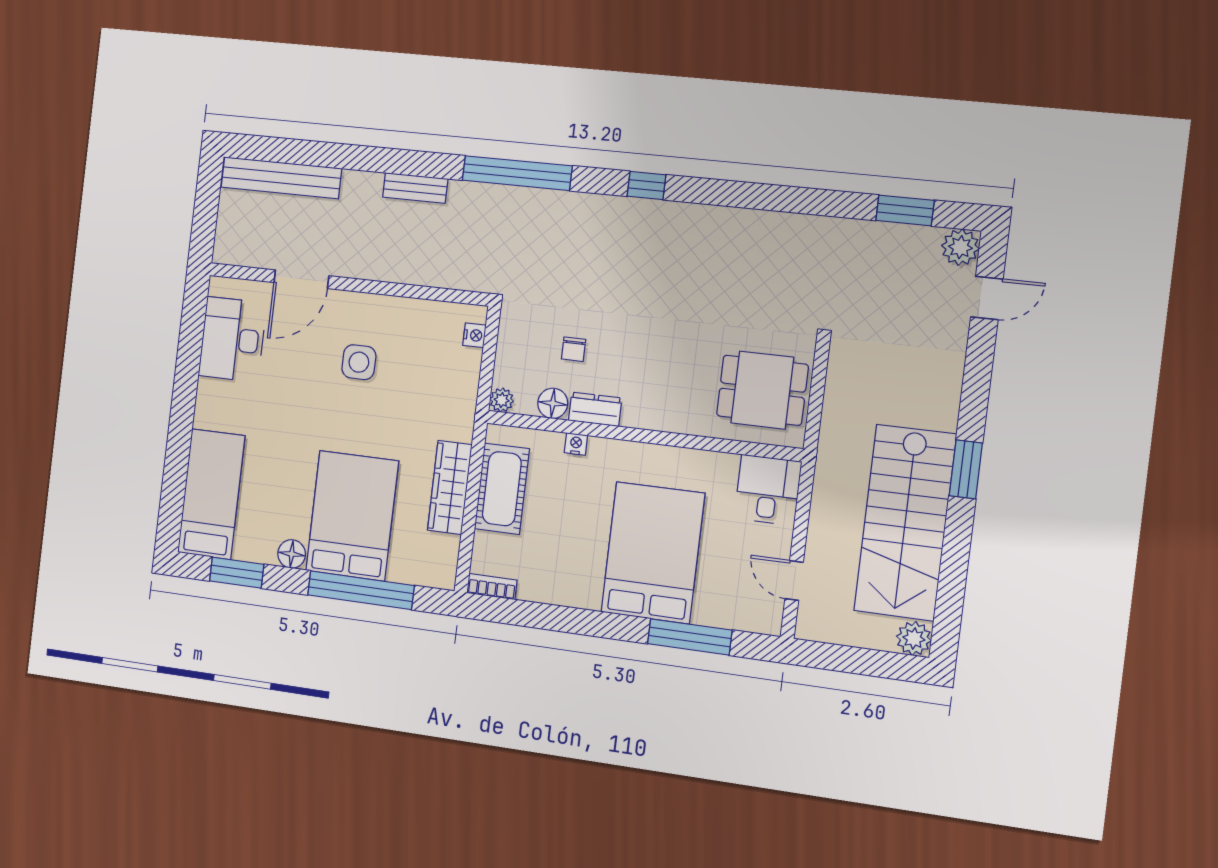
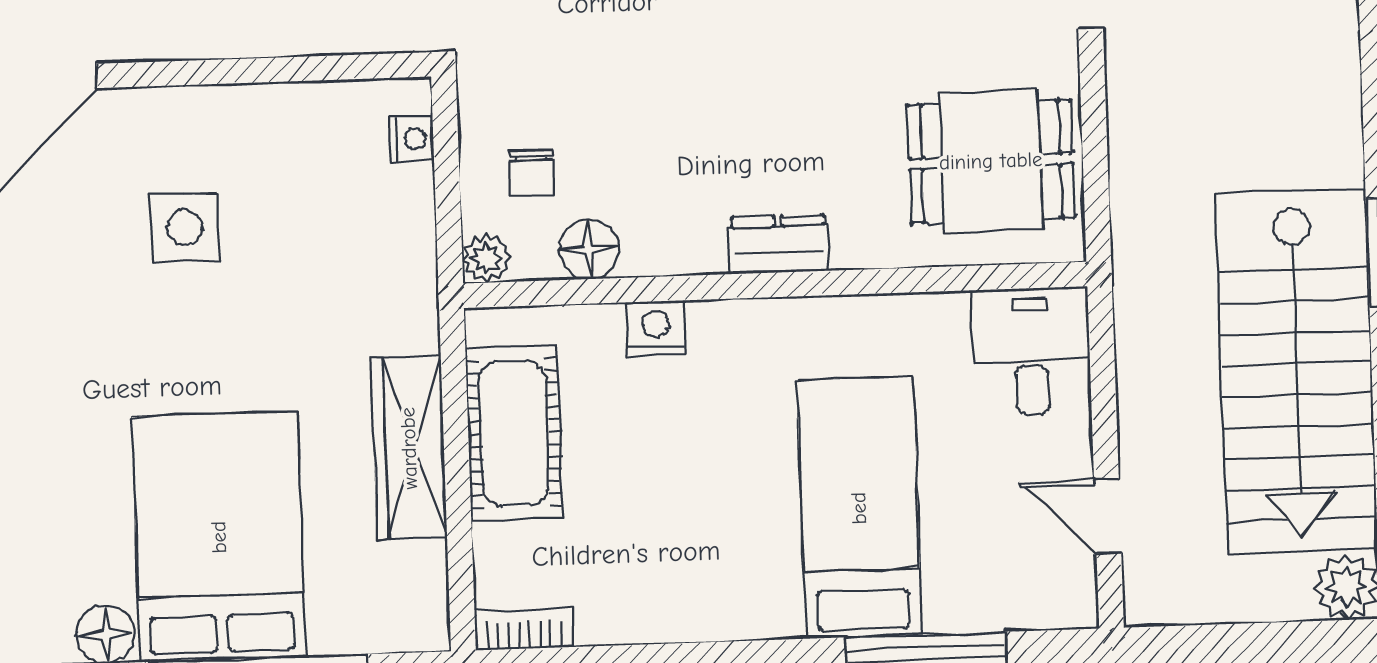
chair: (574, 349) -> (532, 172), moved
dresser: (595, 409) -> (778, 244), moved
nightstand: (576, 444) -> (656, 328), width x1.39, depth x1.35
bed: (653, 553) -> (859, 508), width x0.67

